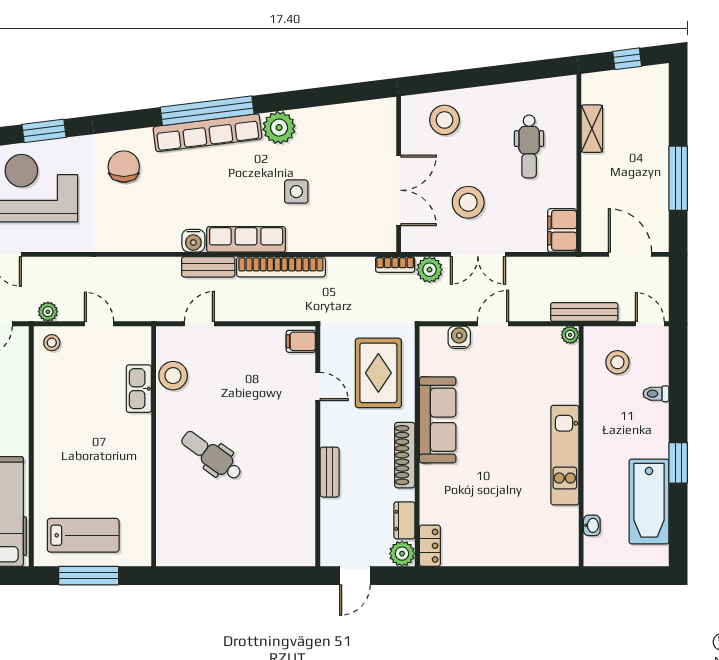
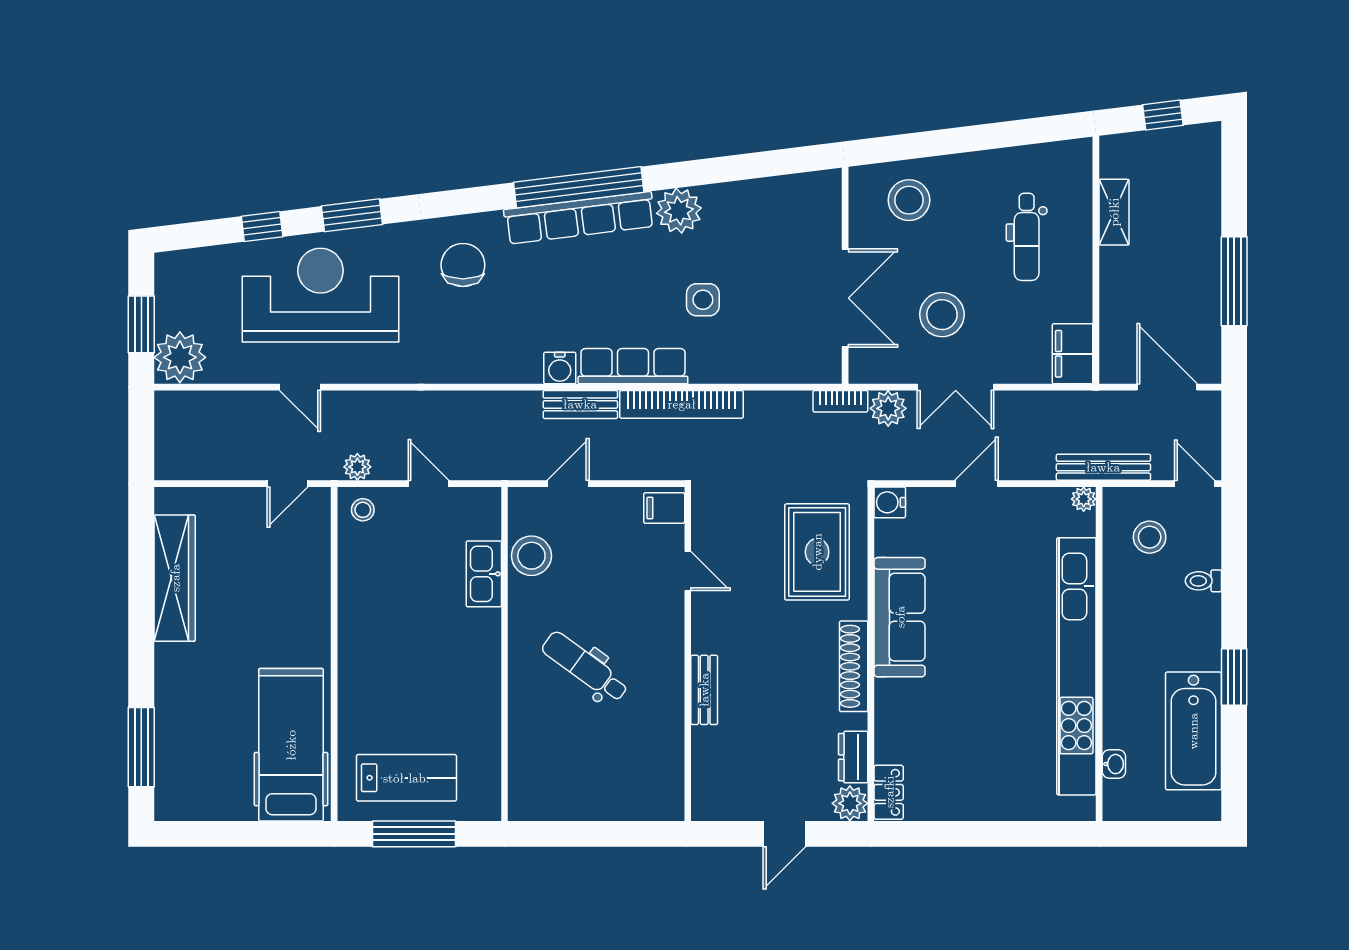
water cooler: (459, 337) -> (890, 502), moved, turned -90
filing cabinet: (301, 341) -> (664, 508), moved
door: (318, 387) -> (688, 571), moved
wall: (318, 446) -> (688, 654), moved
kitchen unit: (565, 455) -> (1076, 666), width x1.86
bench: (330, 472) -> (704, 690), moved

